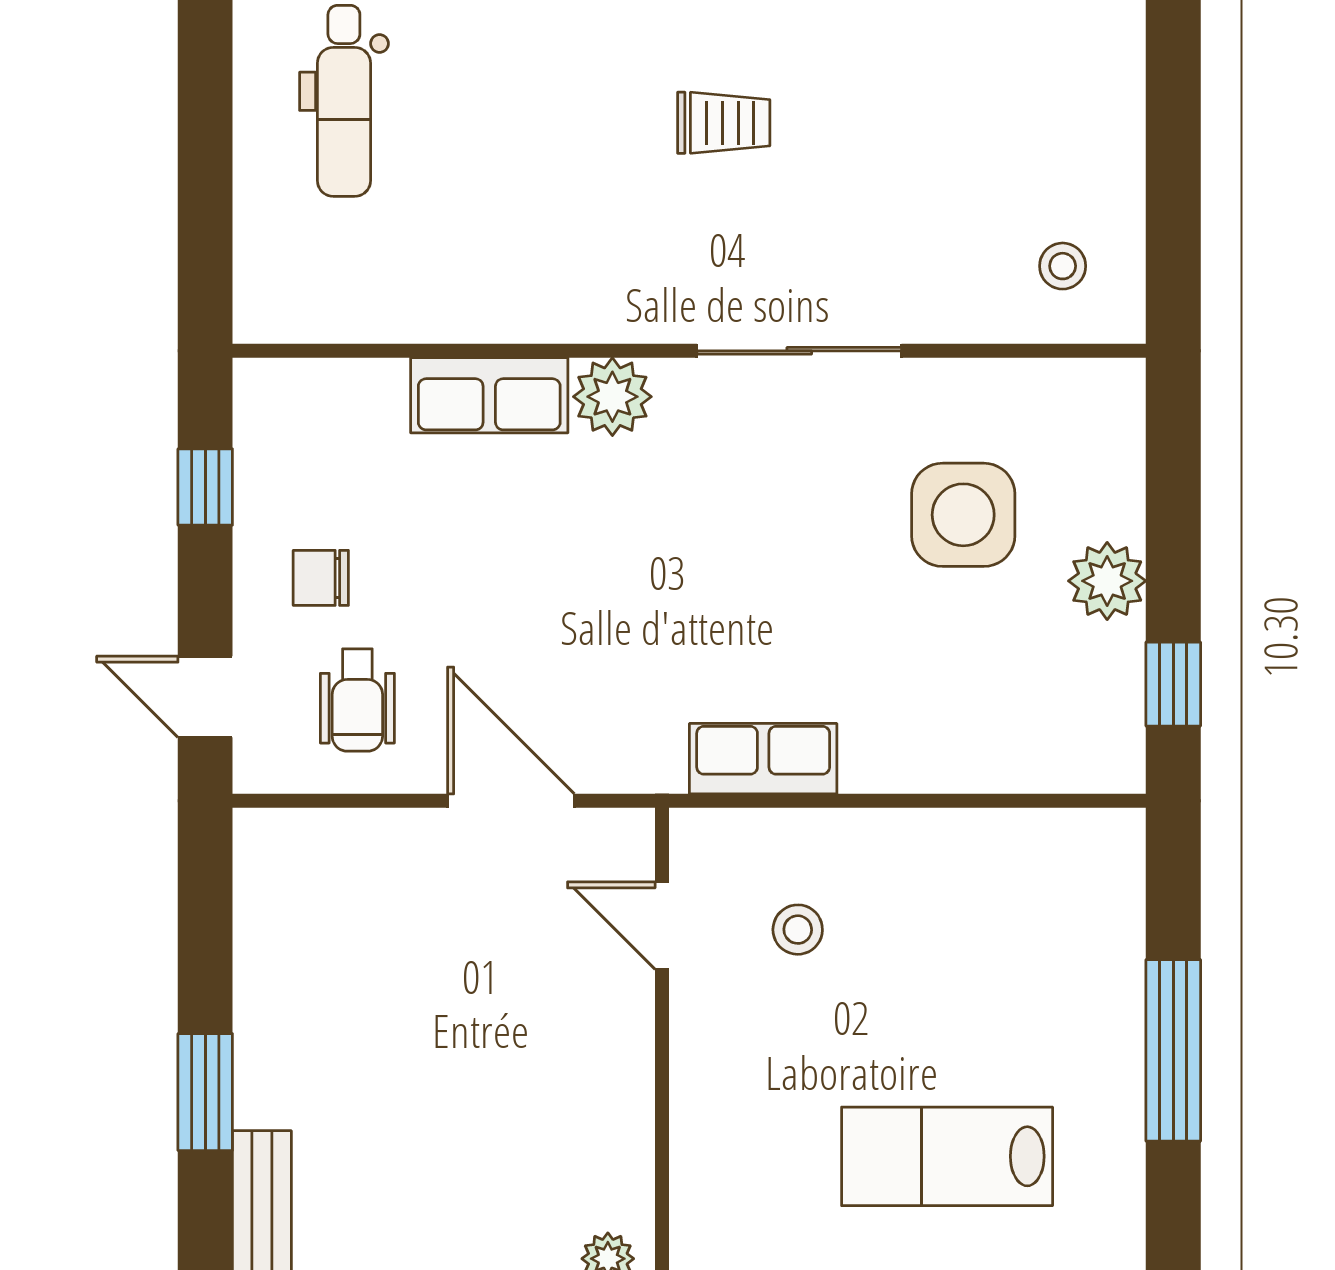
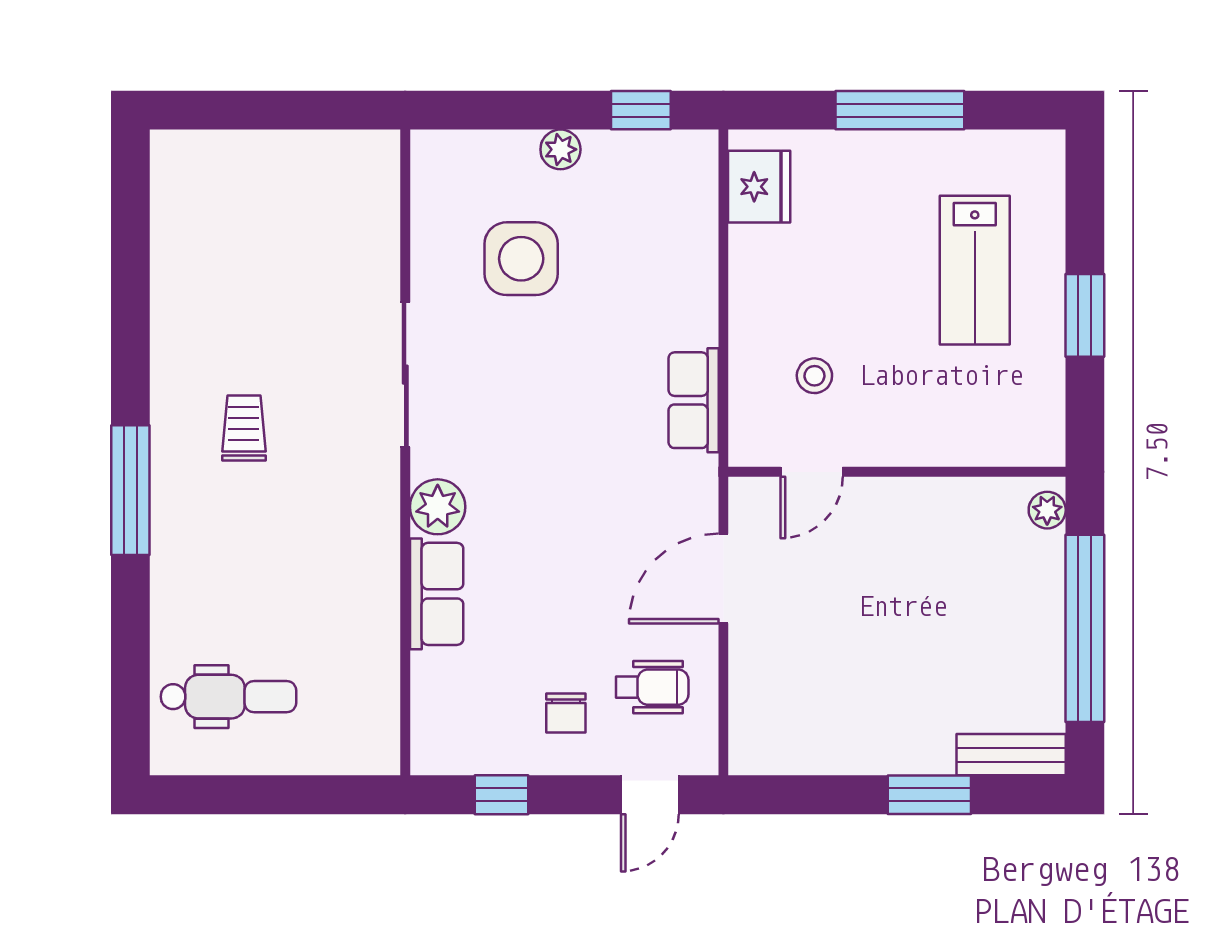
stool: (1063, 266) -> (345, 188), removed
plant: (1107, 581) -> (560, 149), width x0.73, depth x0.73
fridge: (1065, 851) -> (759, 187), added

